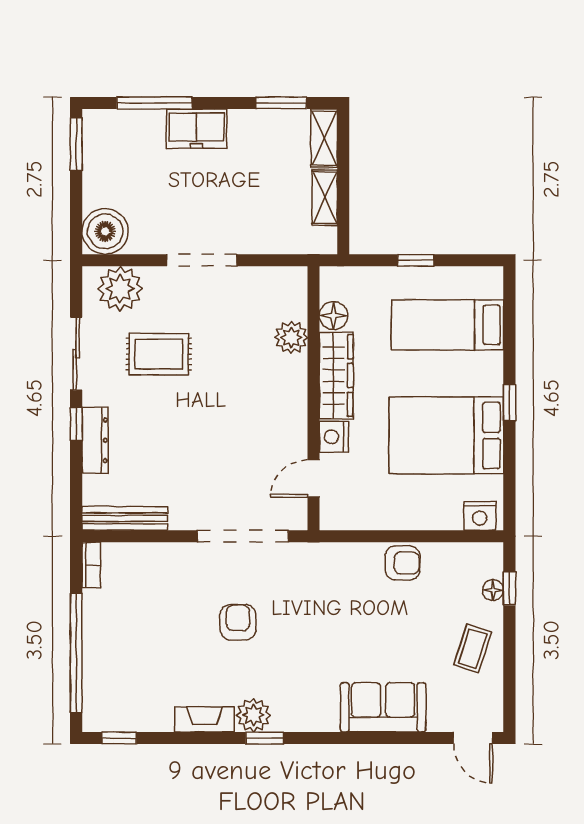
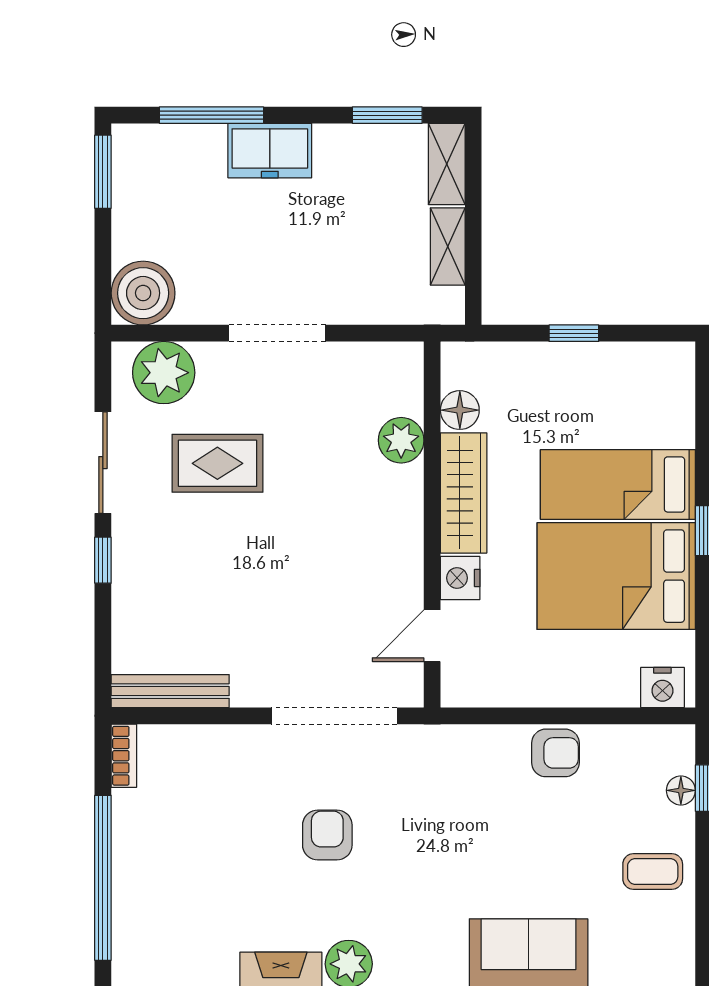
bed: (448, 325) -> (618, 484), moved
dresser: (95, 440) -> (129, 583), removed
coffee table: (473, 648) -> (653, 871), turned 72

